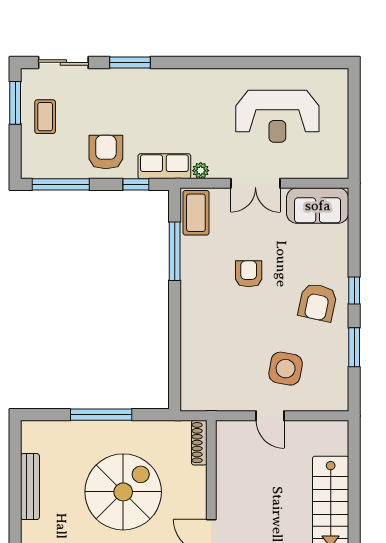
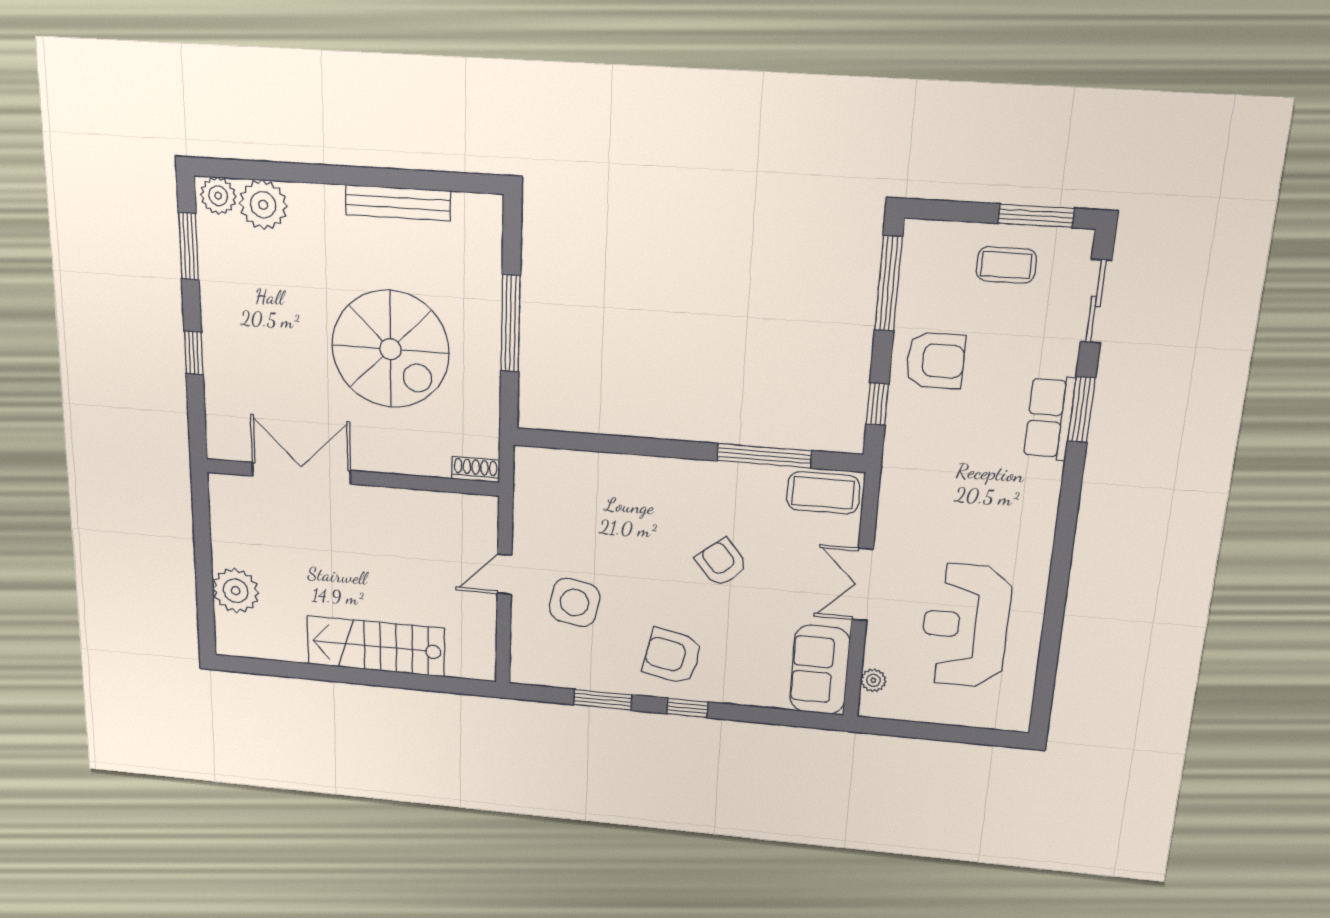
row of seats: (164, 166) -> (1049, 418), moved, turned 180
plant: (201, 171) -> (873, 680), moved
armchair: (249, 274) -> (722, 563), turned -129
shoe rack: (199, 443) -> (476, 470), width x0.70

